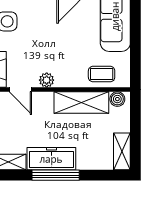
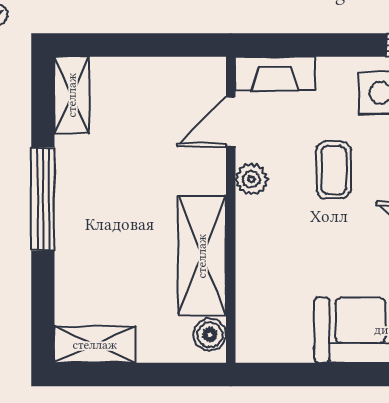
coffee table: (102, 74) -> (334, 170), moved
freezer: (51, 159) -> (79, 190), removed

